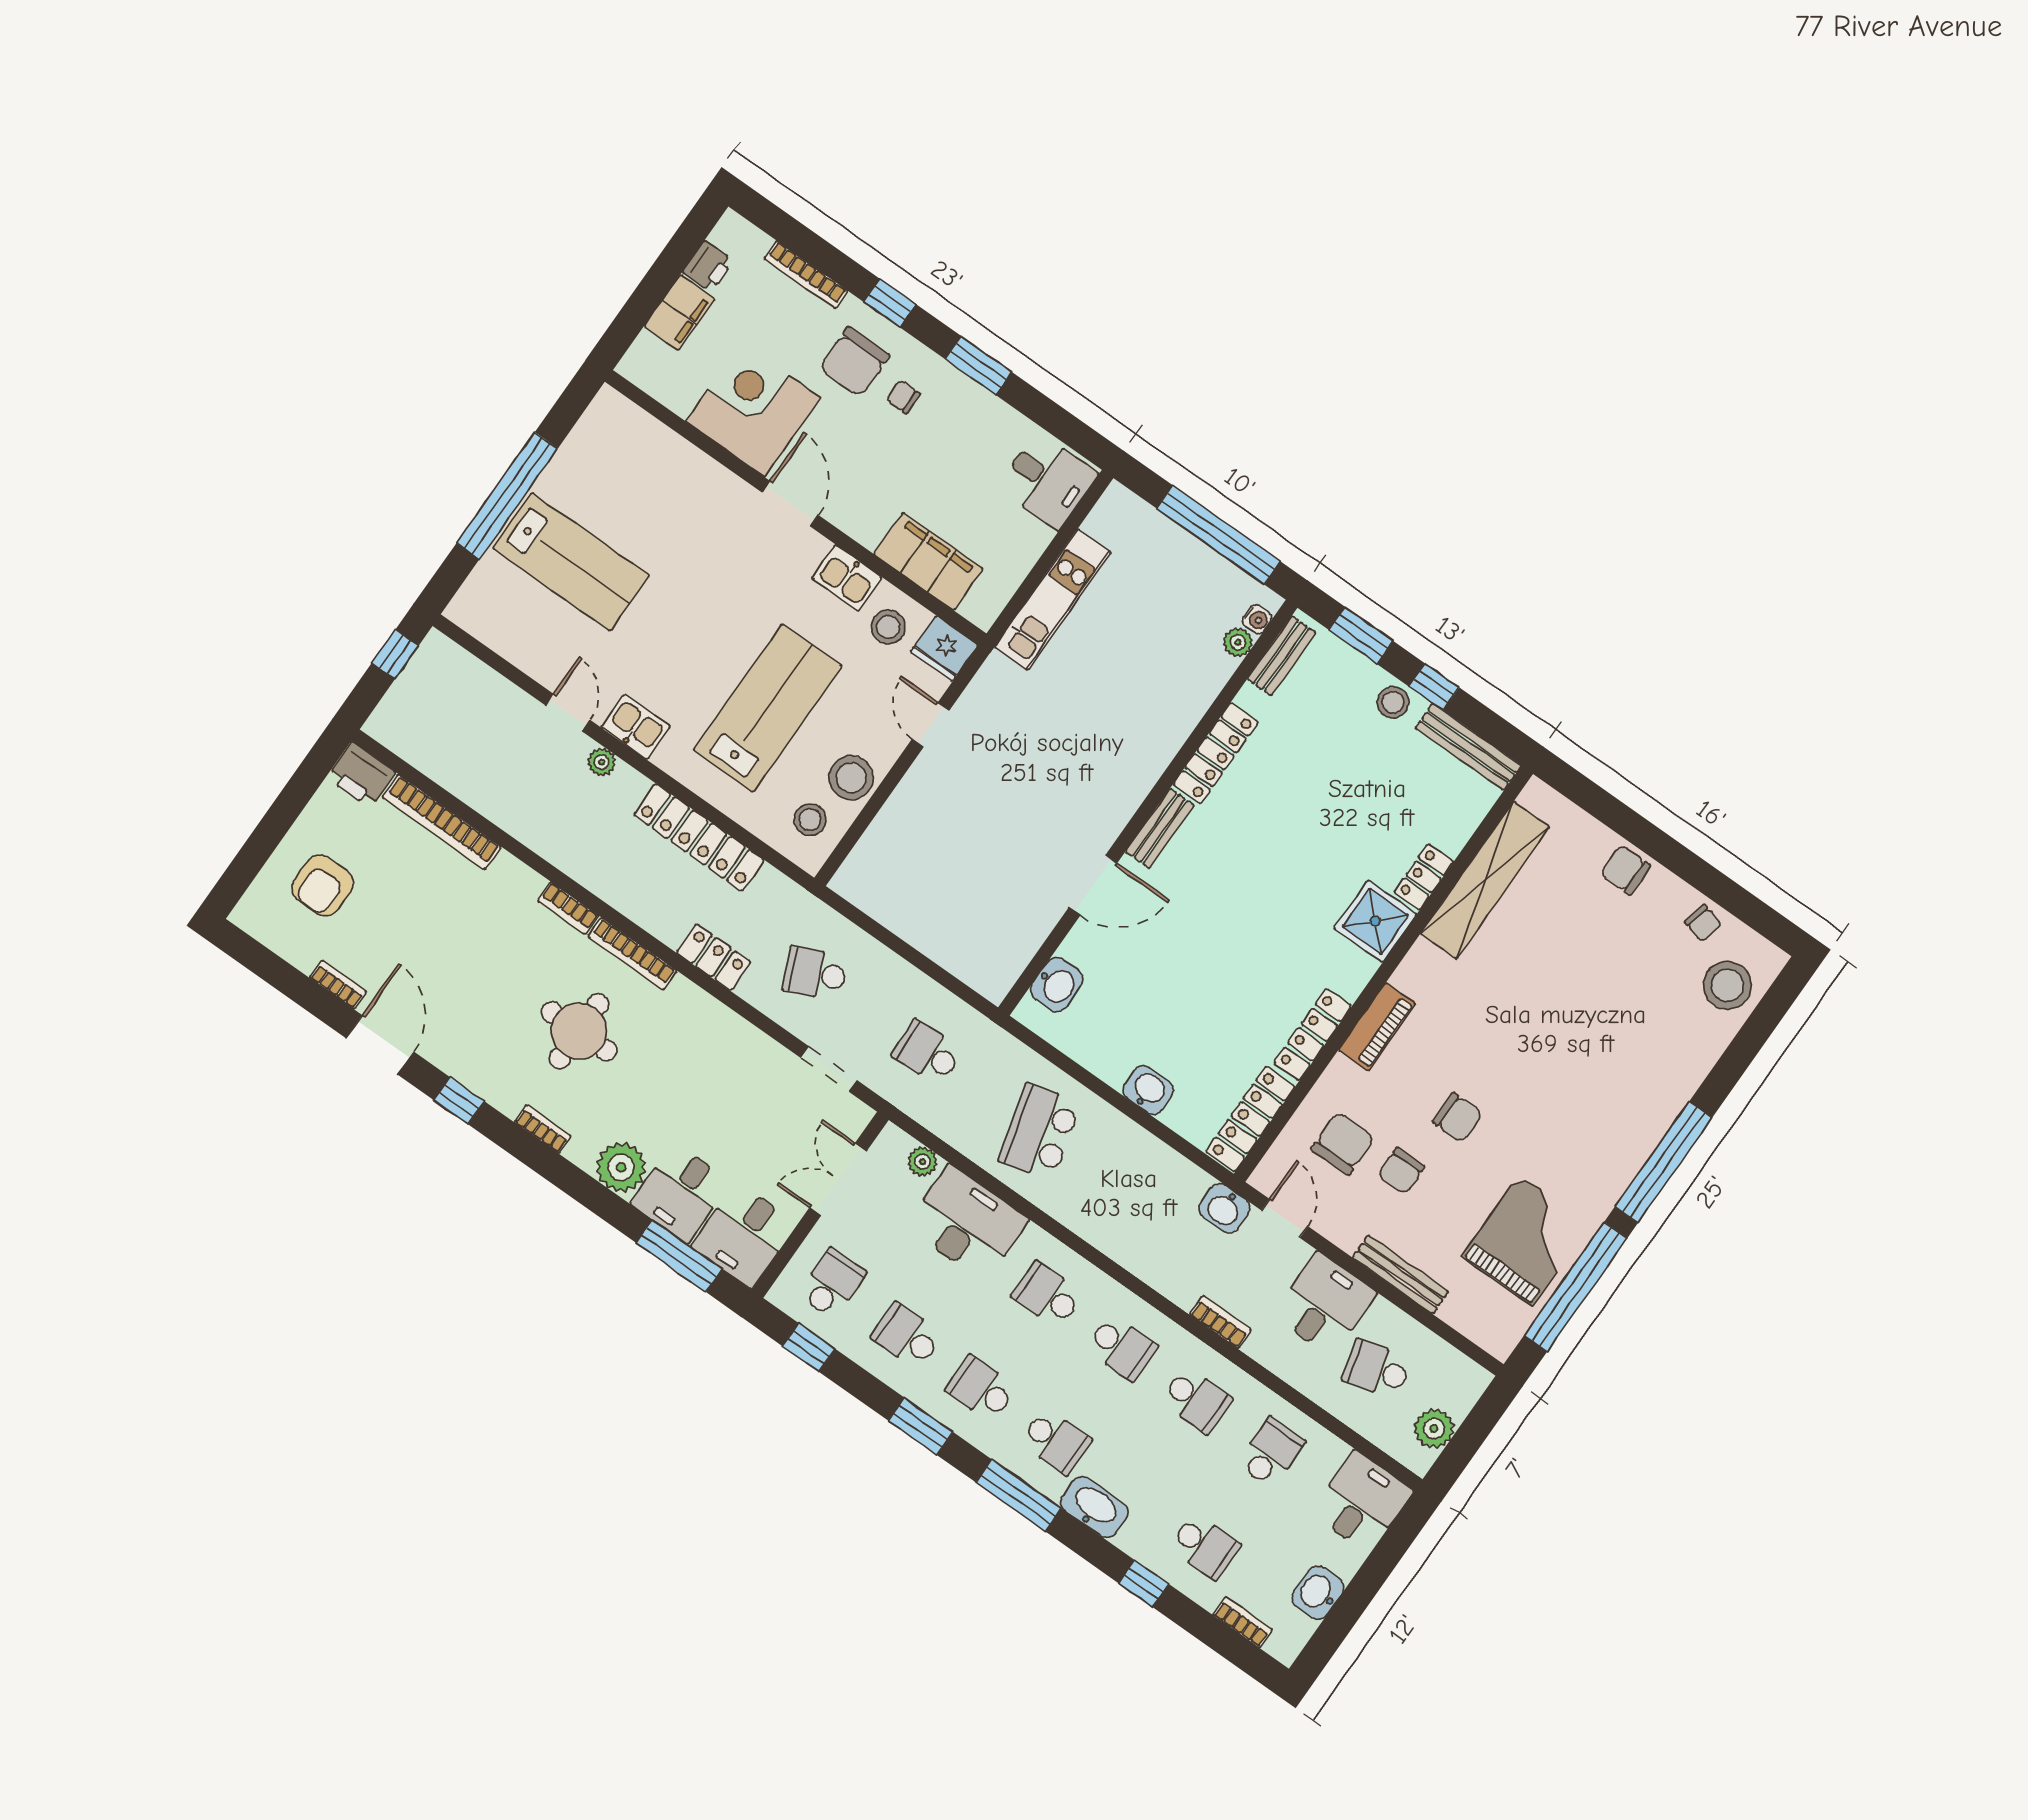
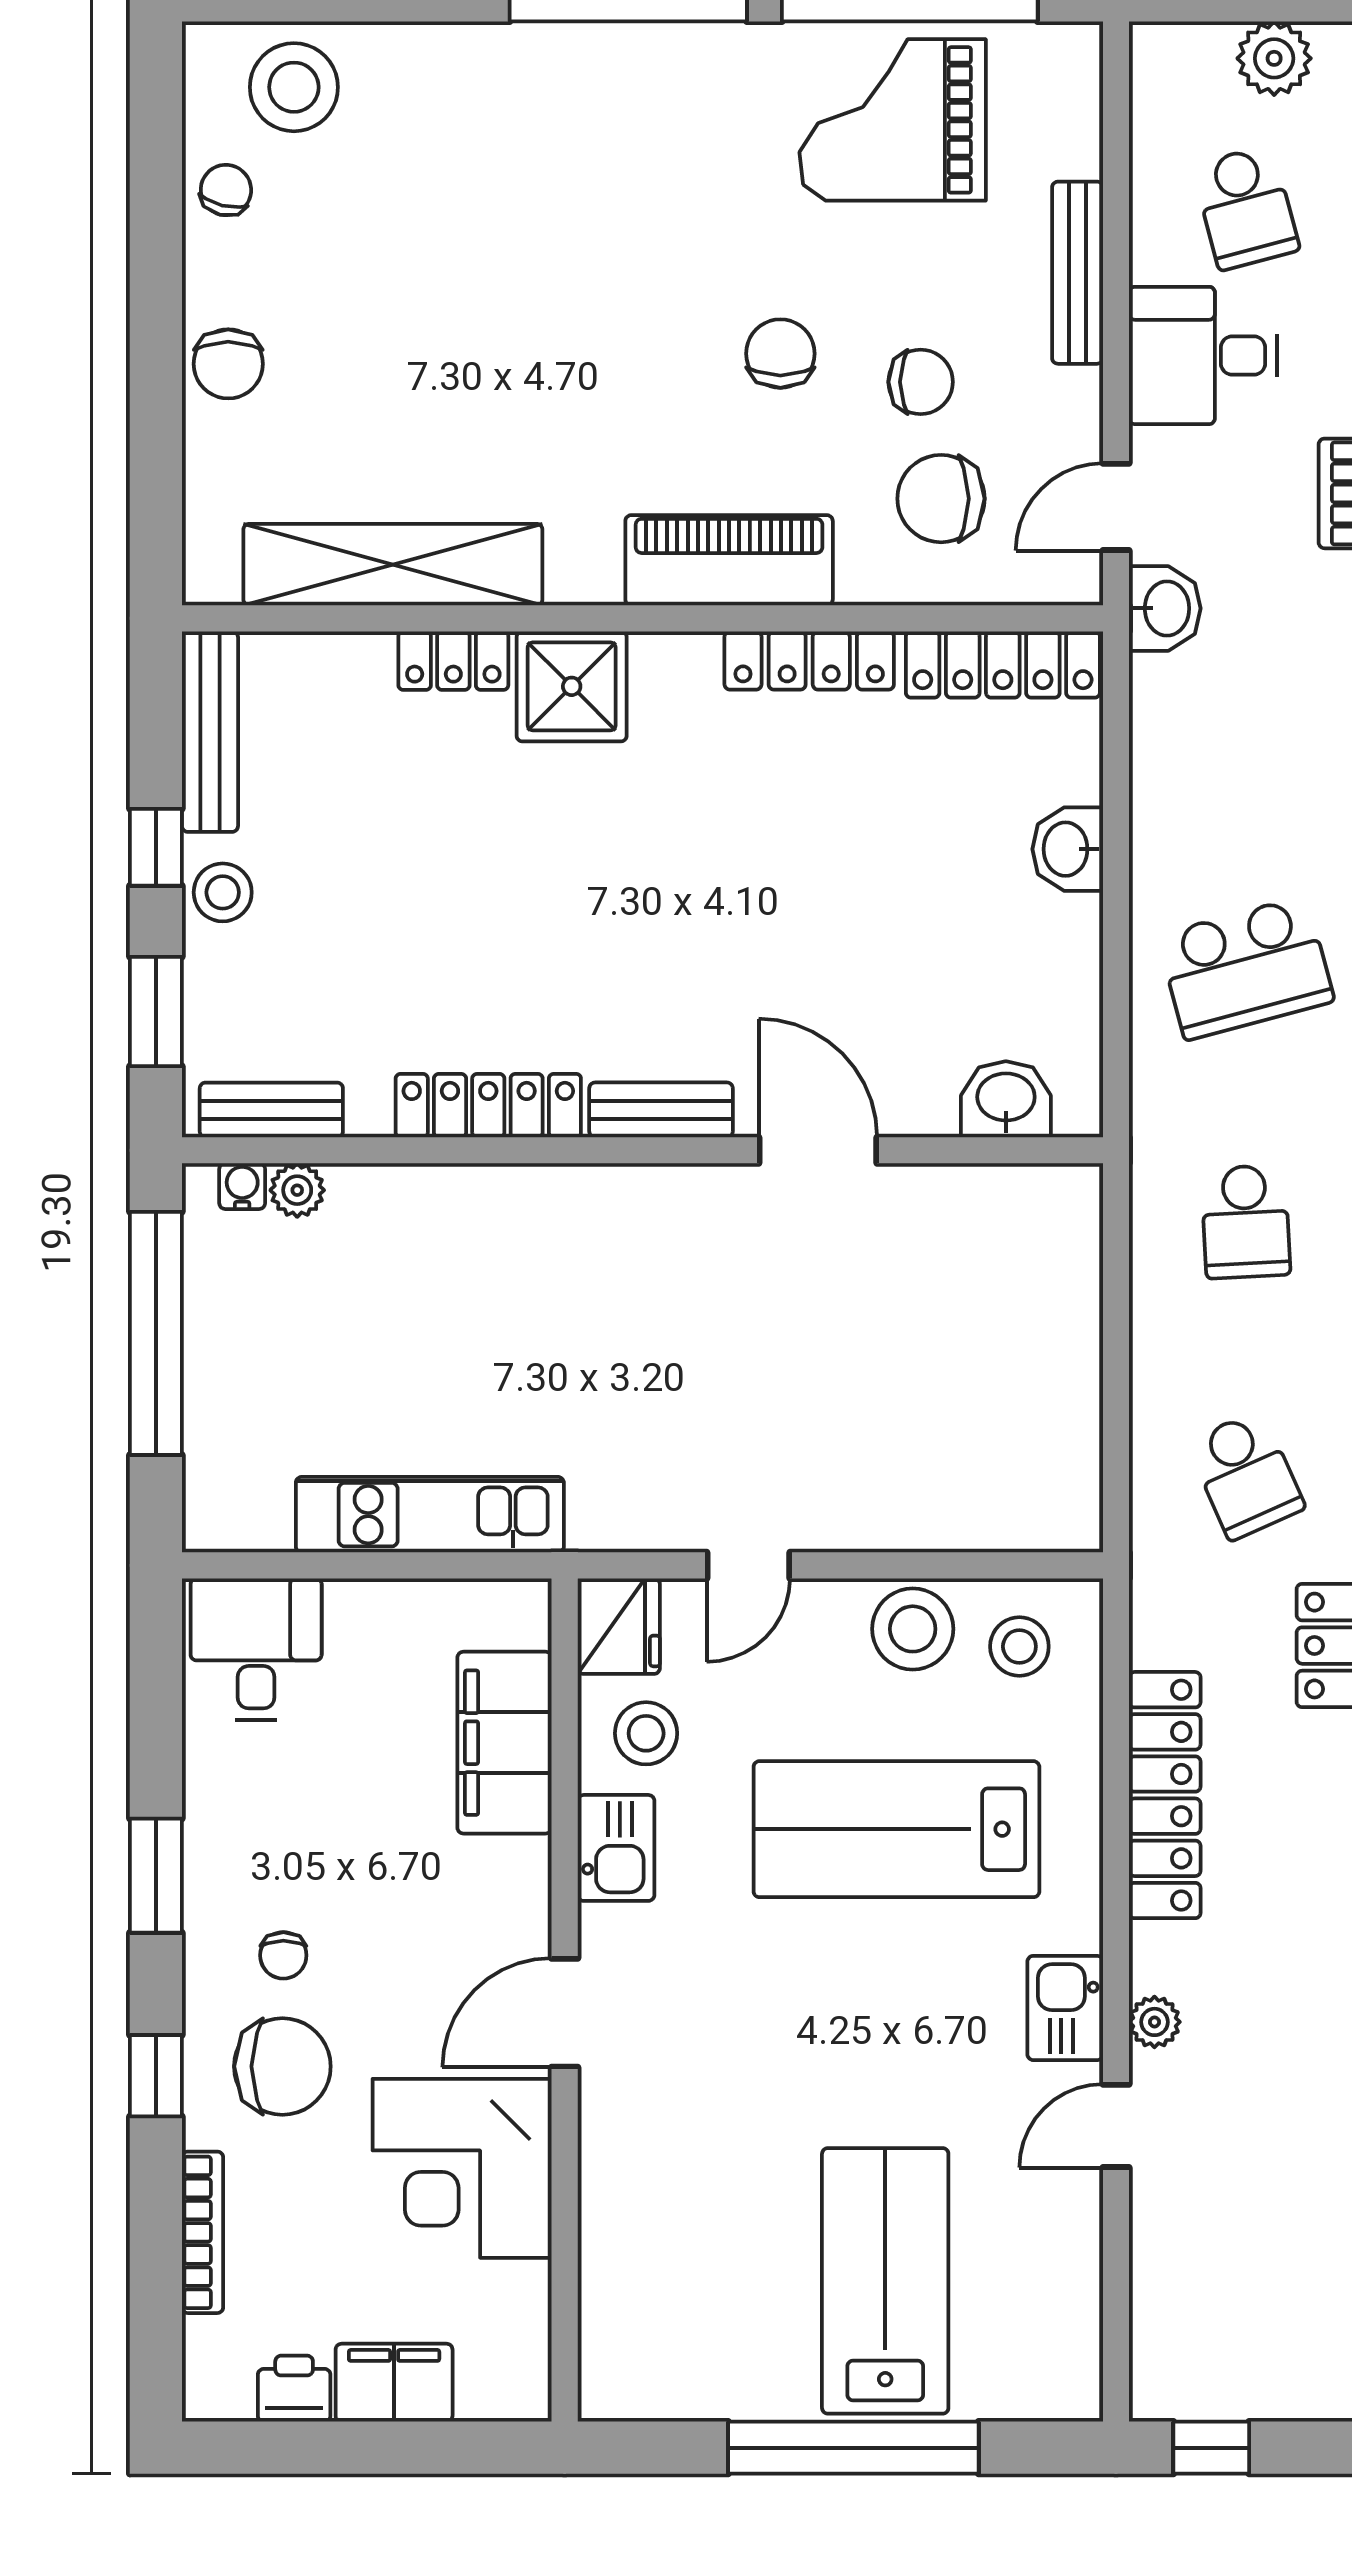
piano: (1377, 1027) -> (729, 560), width x1.37, depth x1.33

